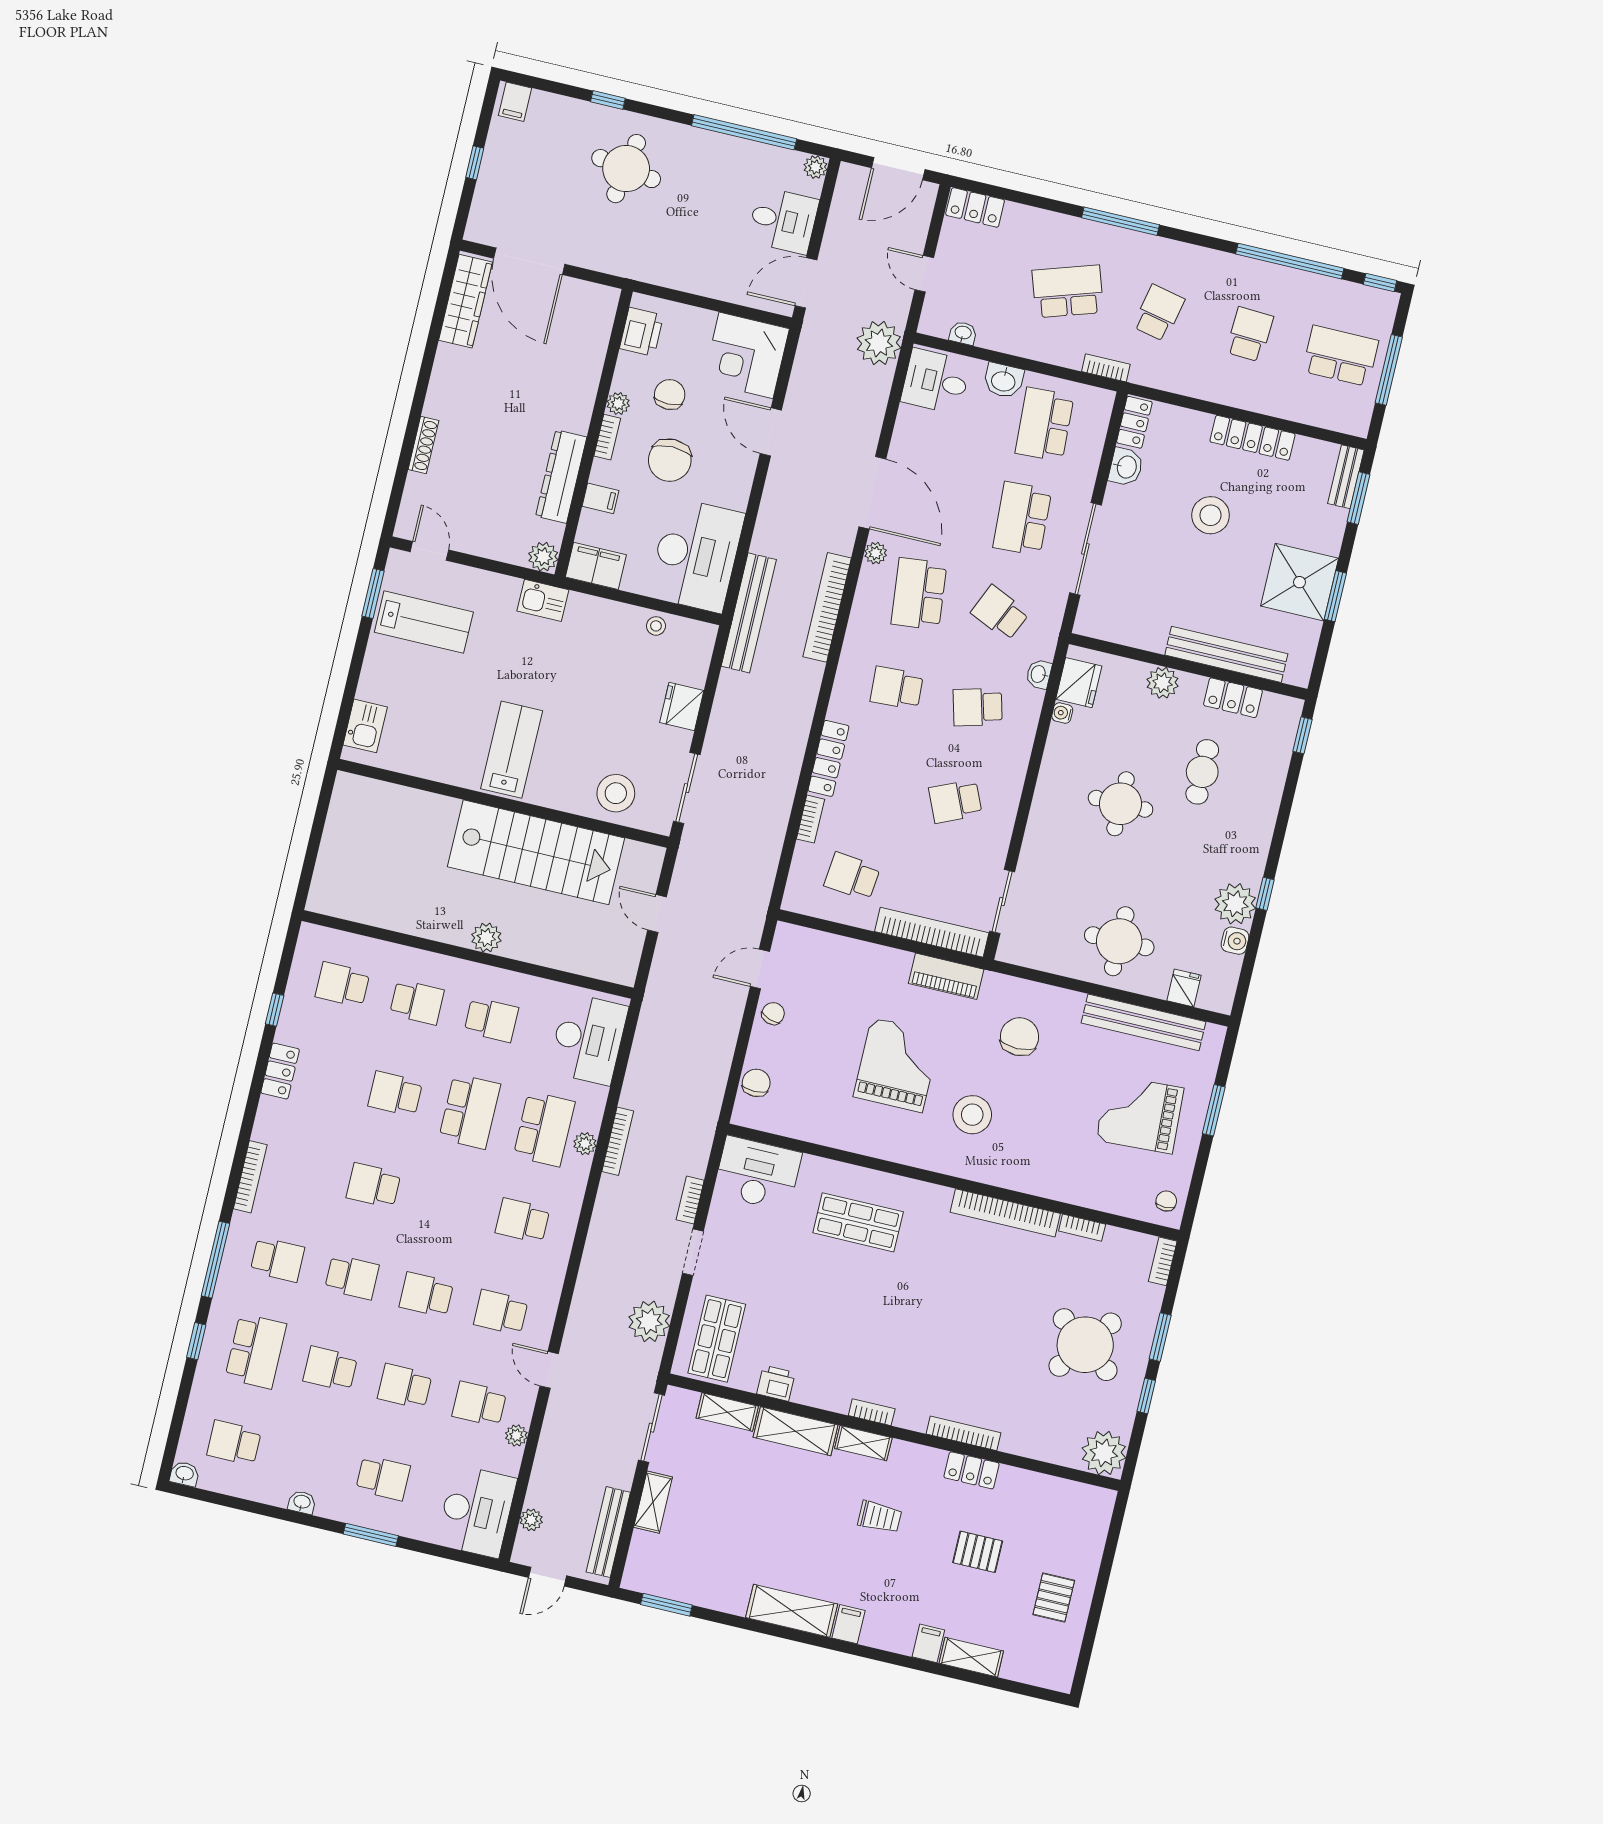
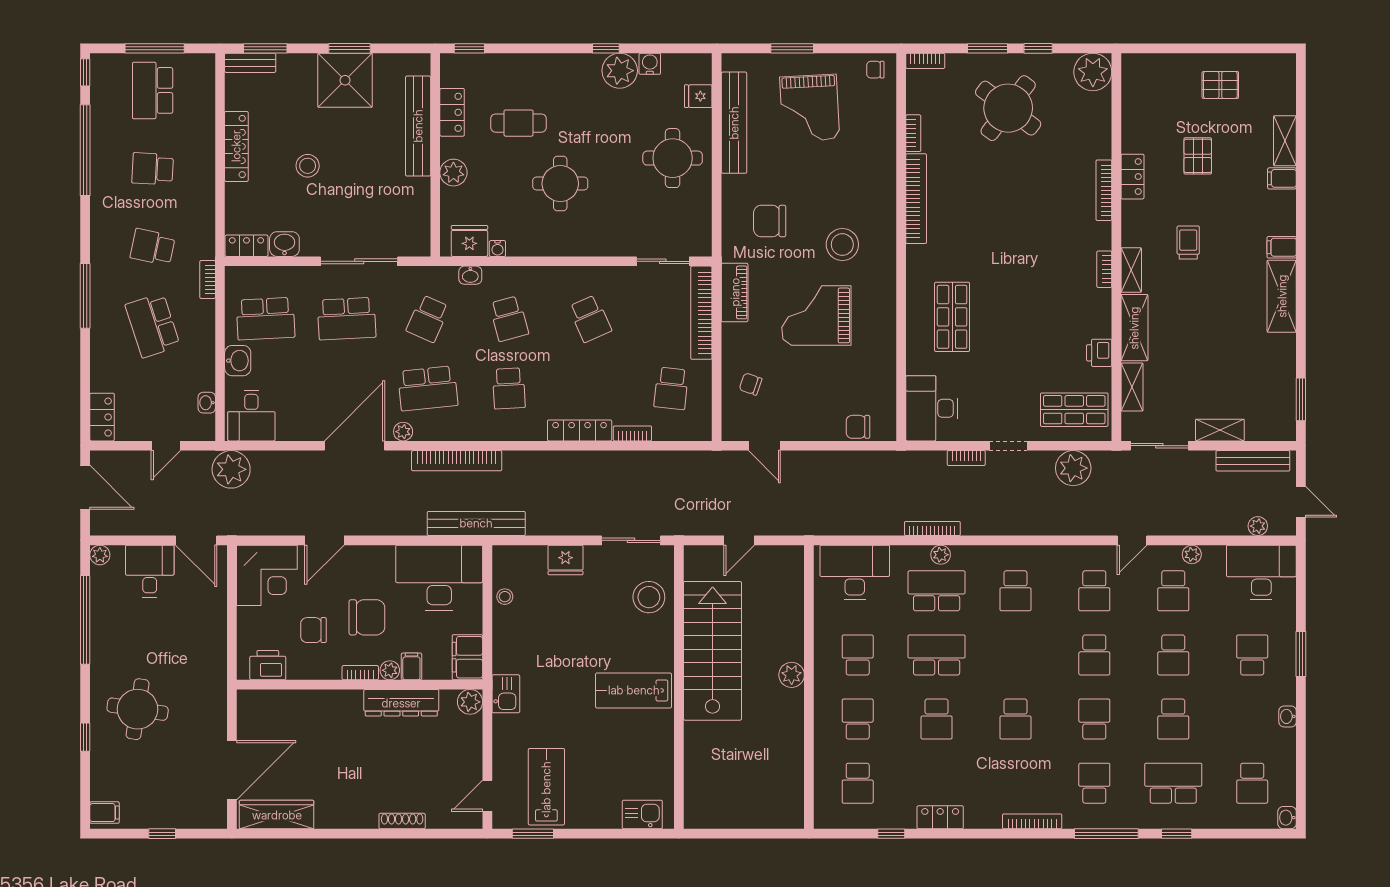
plant: (618, 404) -> (390, 670), moved
stool: (1211, 515) -> (308, 166), width x0.73, depth x0.73
chair: (773, 1014) -> (751, 384), moved

